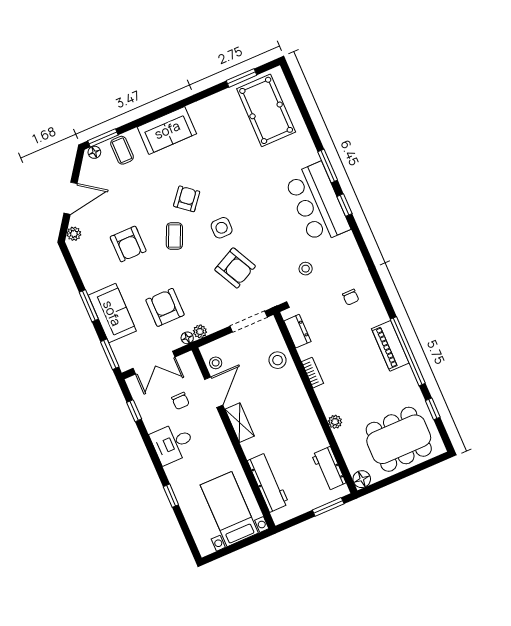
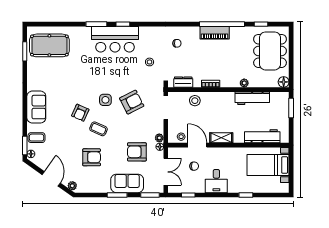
armchair: (187, 199) -> (80, 113), turned -105
workbench: (329, 469) -> (252, 98), moved, width x1.37

